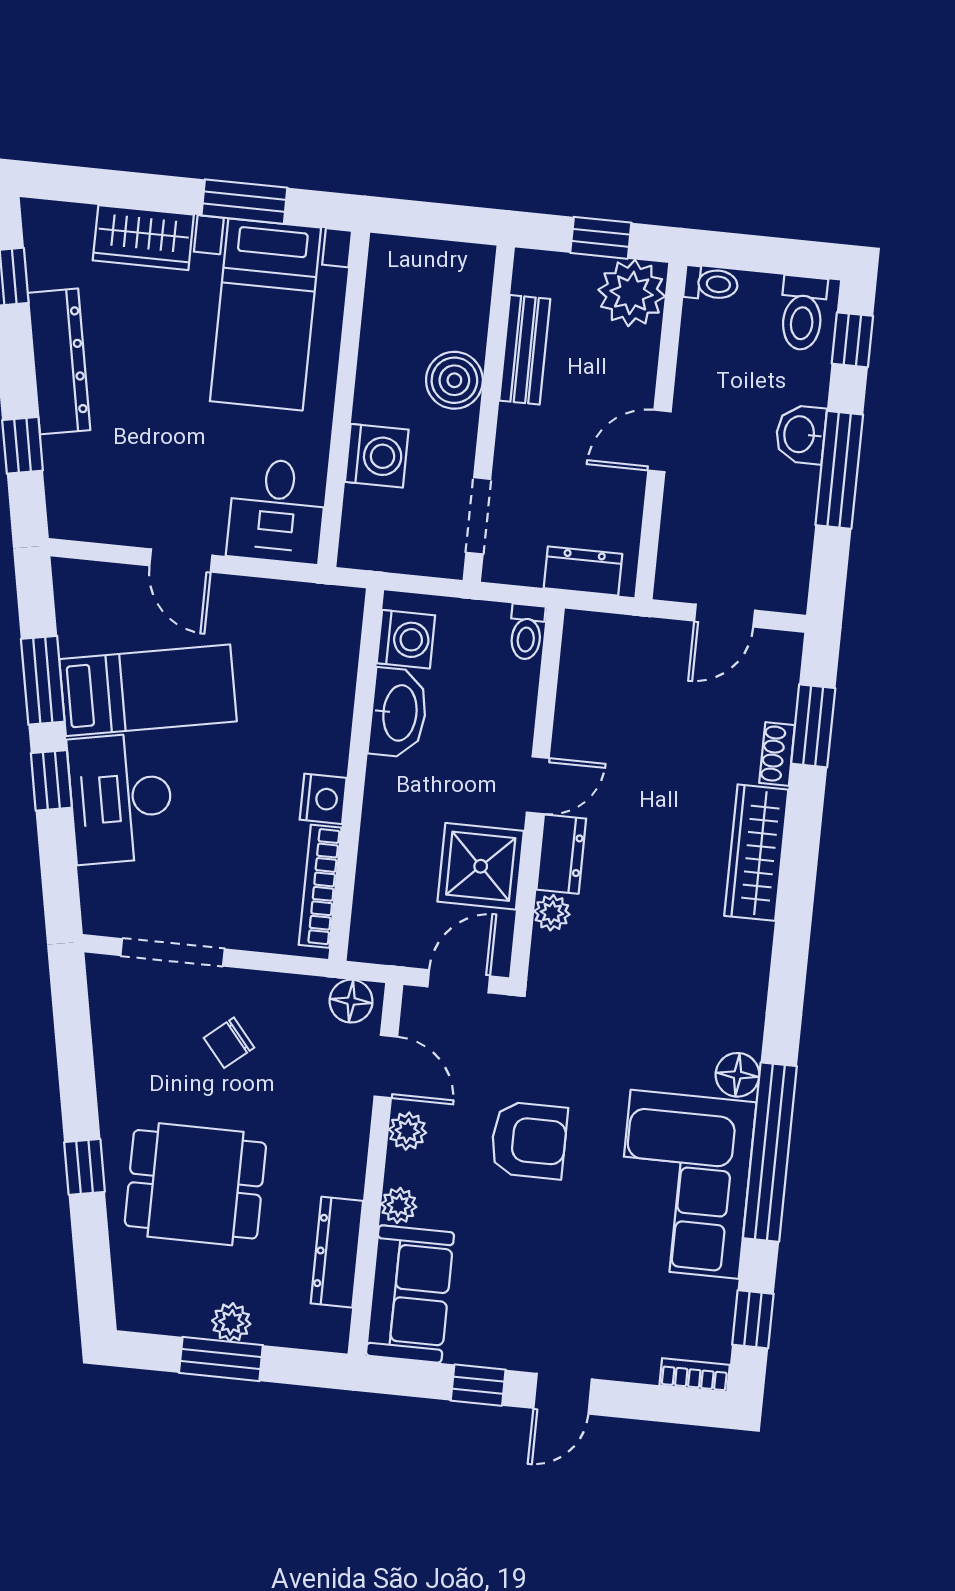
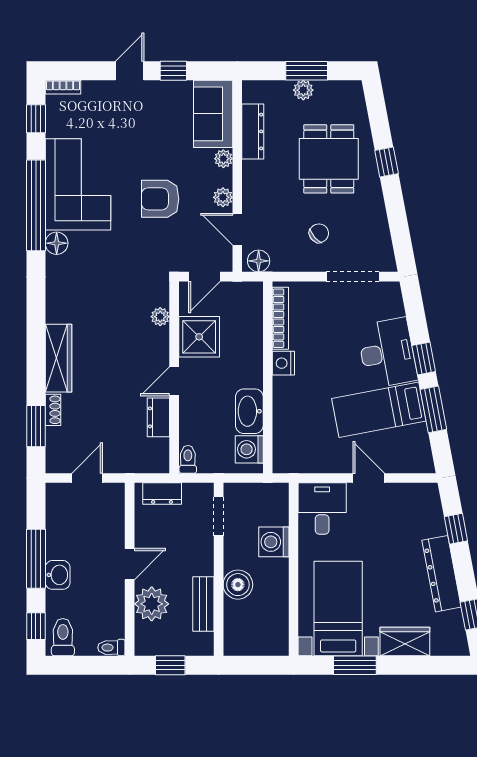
plant: (632, 293) -> (152, 604), moved
dresser: (561, 854) -> (158, 417), moved
dining table: (195, 1184) -> (329, 159), turned 90

